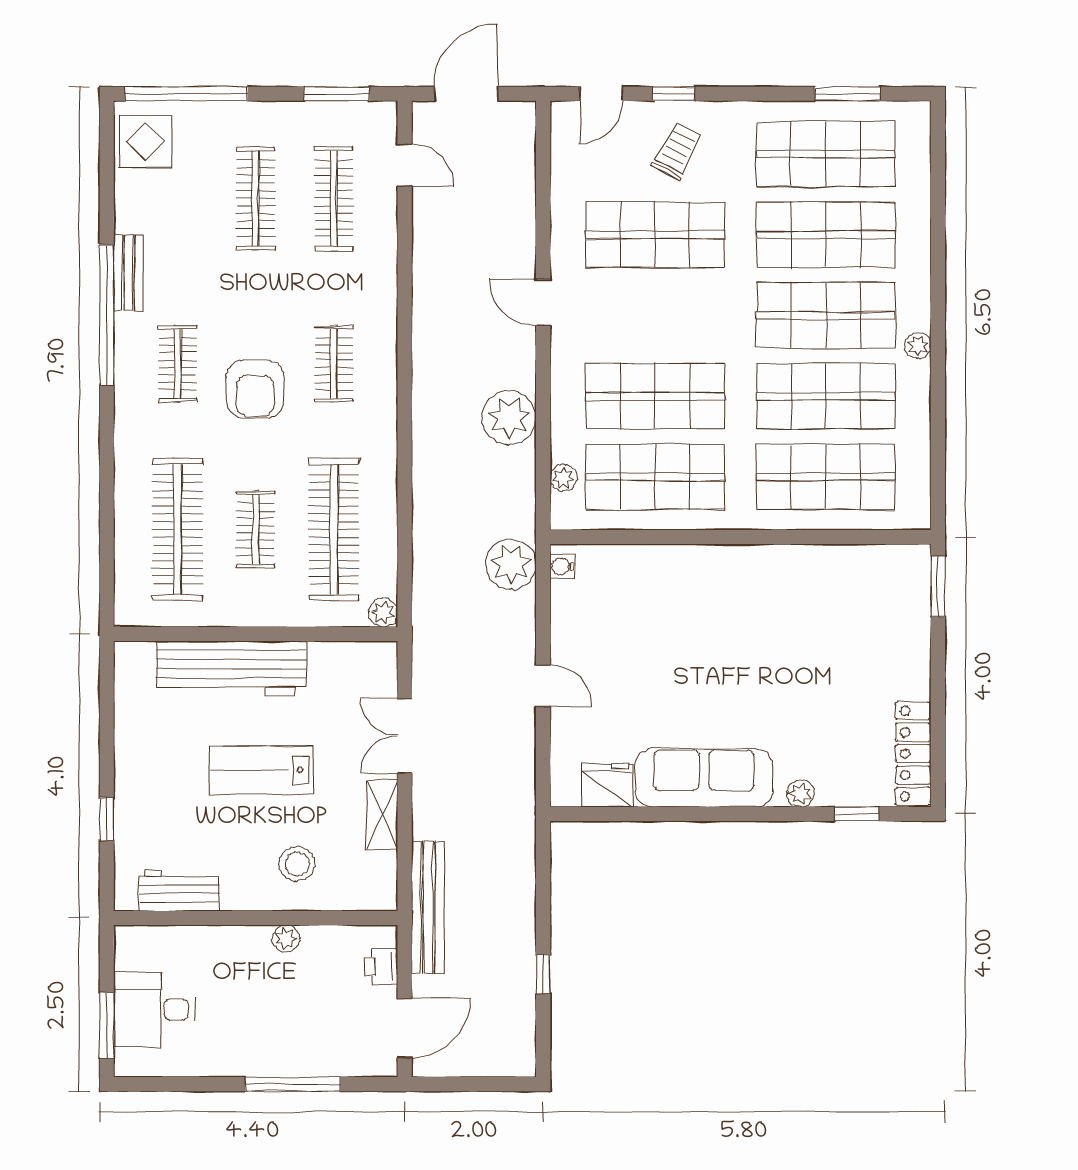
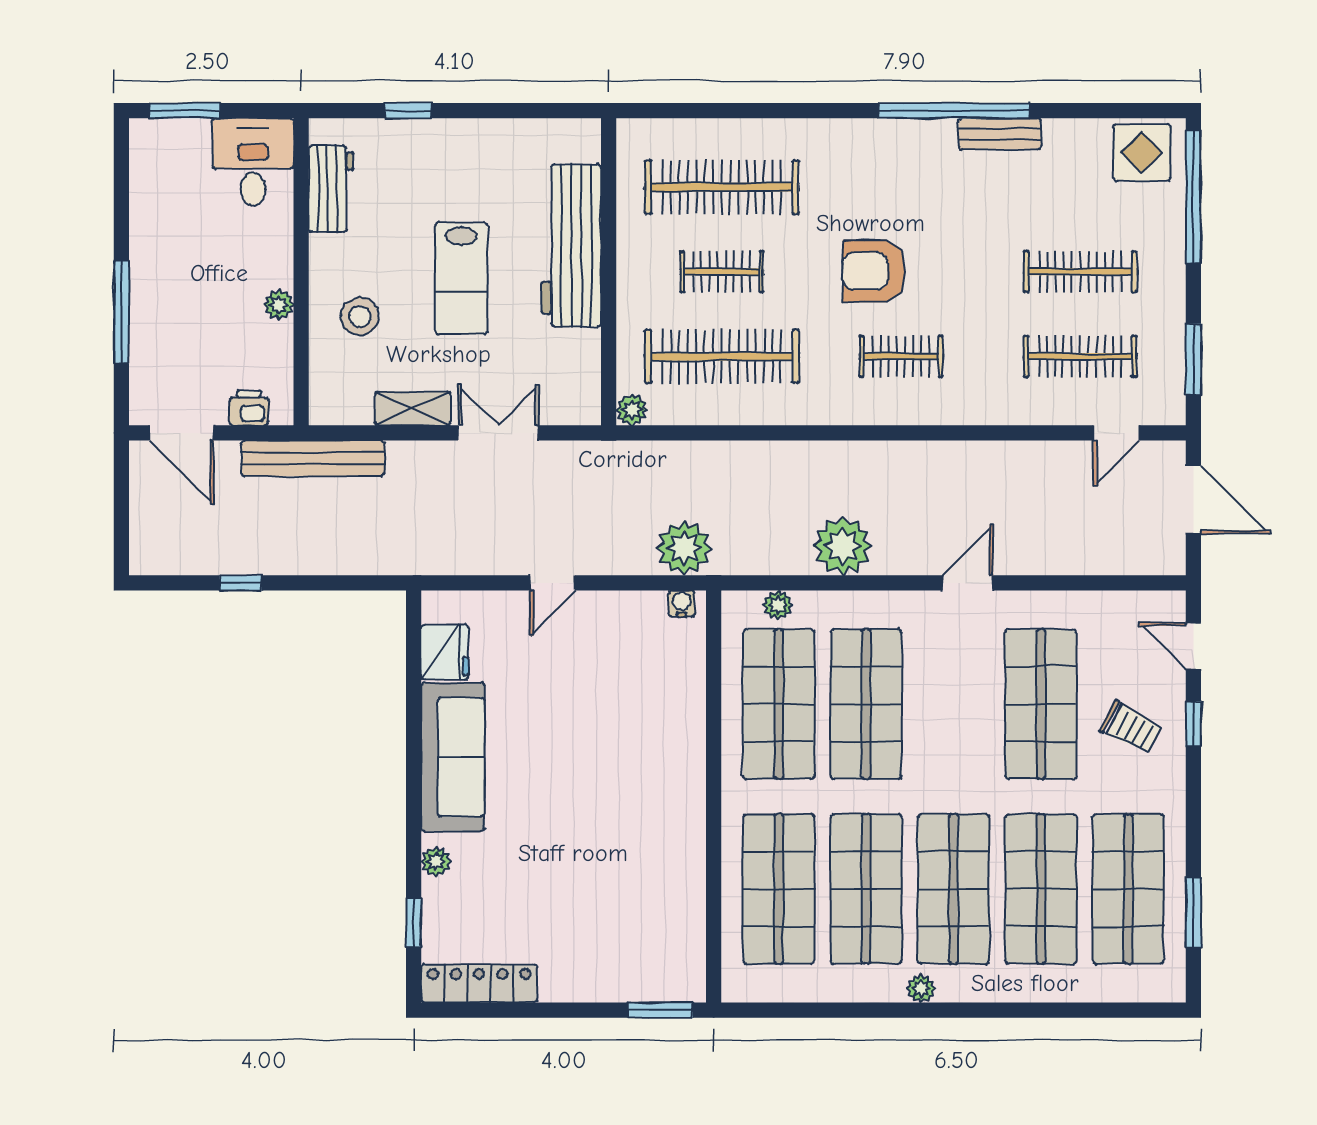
clothes rail: (178, 364) -> (901, 187), removed
lab bench: (262, 770) -> (461, 278), turned 180
desk: (154, 1009) -> (253, 162), moved

